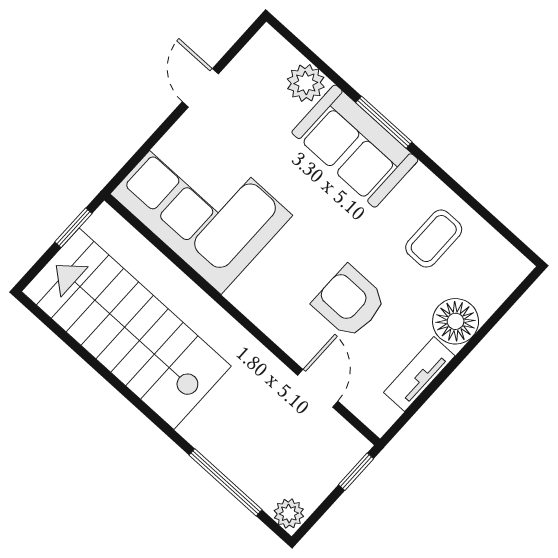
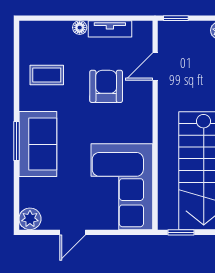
plant: (306, 83) -> (30, 219), moved
armchair: (349, 302) -> (106, 86), turned 180
floor lamp: (456, 321) -> (80, 28), width x0.53, depth x0.53

